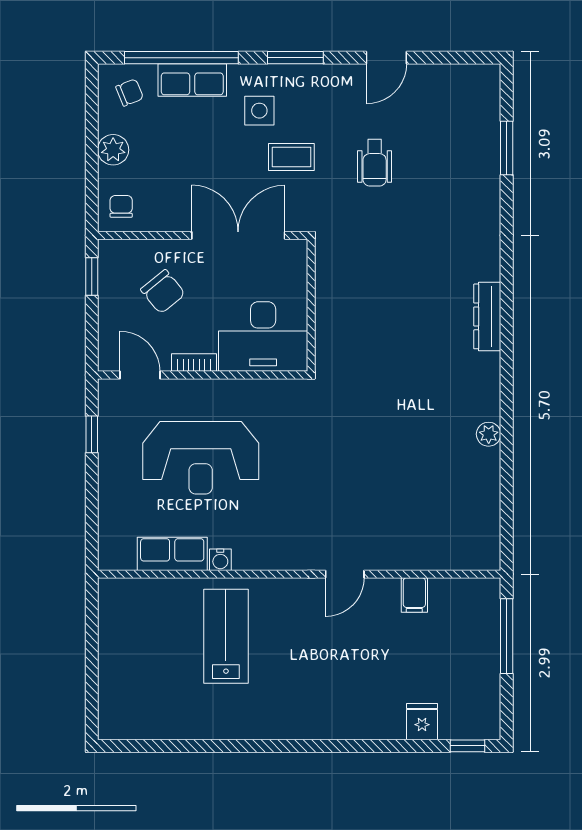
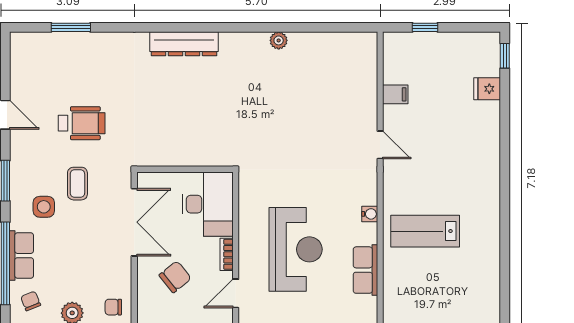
wheelchair: (375, 163) -> (82, 123), width x1.36, depth x1.37
double door: (238, 235) -> (134, 222), swing flipped
dresser: (487, 316) -> (184, 44), width x1.37, depth x1.24
water cooler: (220, 560) -> (370, 214), moved
window: (507, 636) -> (425, 27), width x0.46

